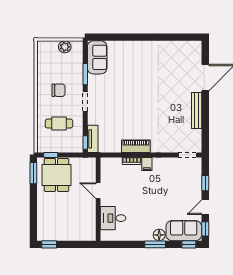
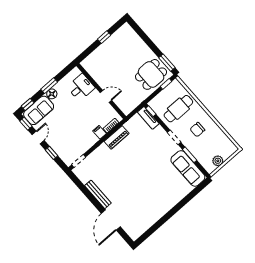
sofa: (97, 57) -> (188, 168), width x1.36
cafe table: (59, 123) -> (178, 109), width x1.37, depth x1.35
dining table: (56, 175) -> (151, 74), turned 90
door: (98, 191) -> (106, 96), moved
wall: (98, 199) -> (101, 91), moved
desk: (113, 218) -> (81, 87), moved
window: (49, 244) -> (104, 37), moved

